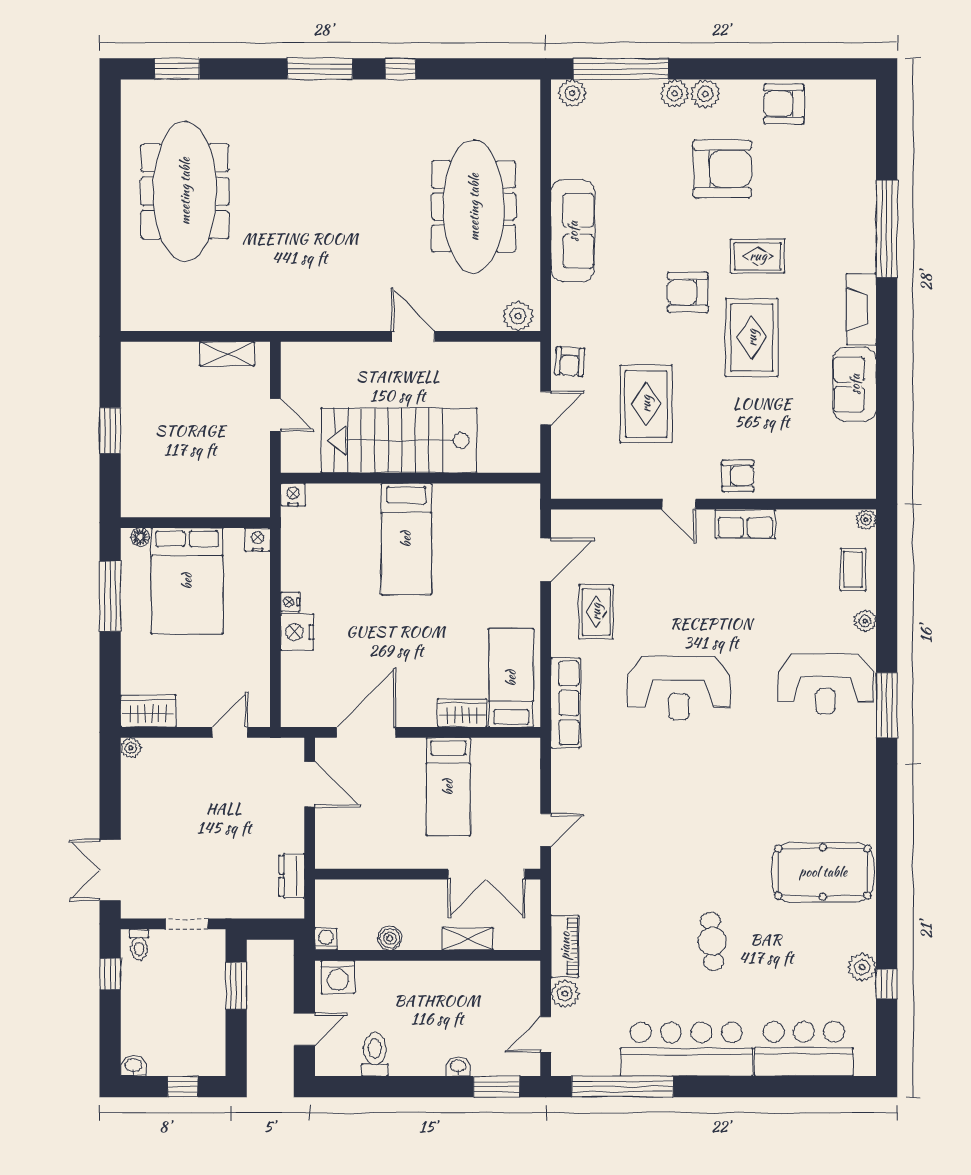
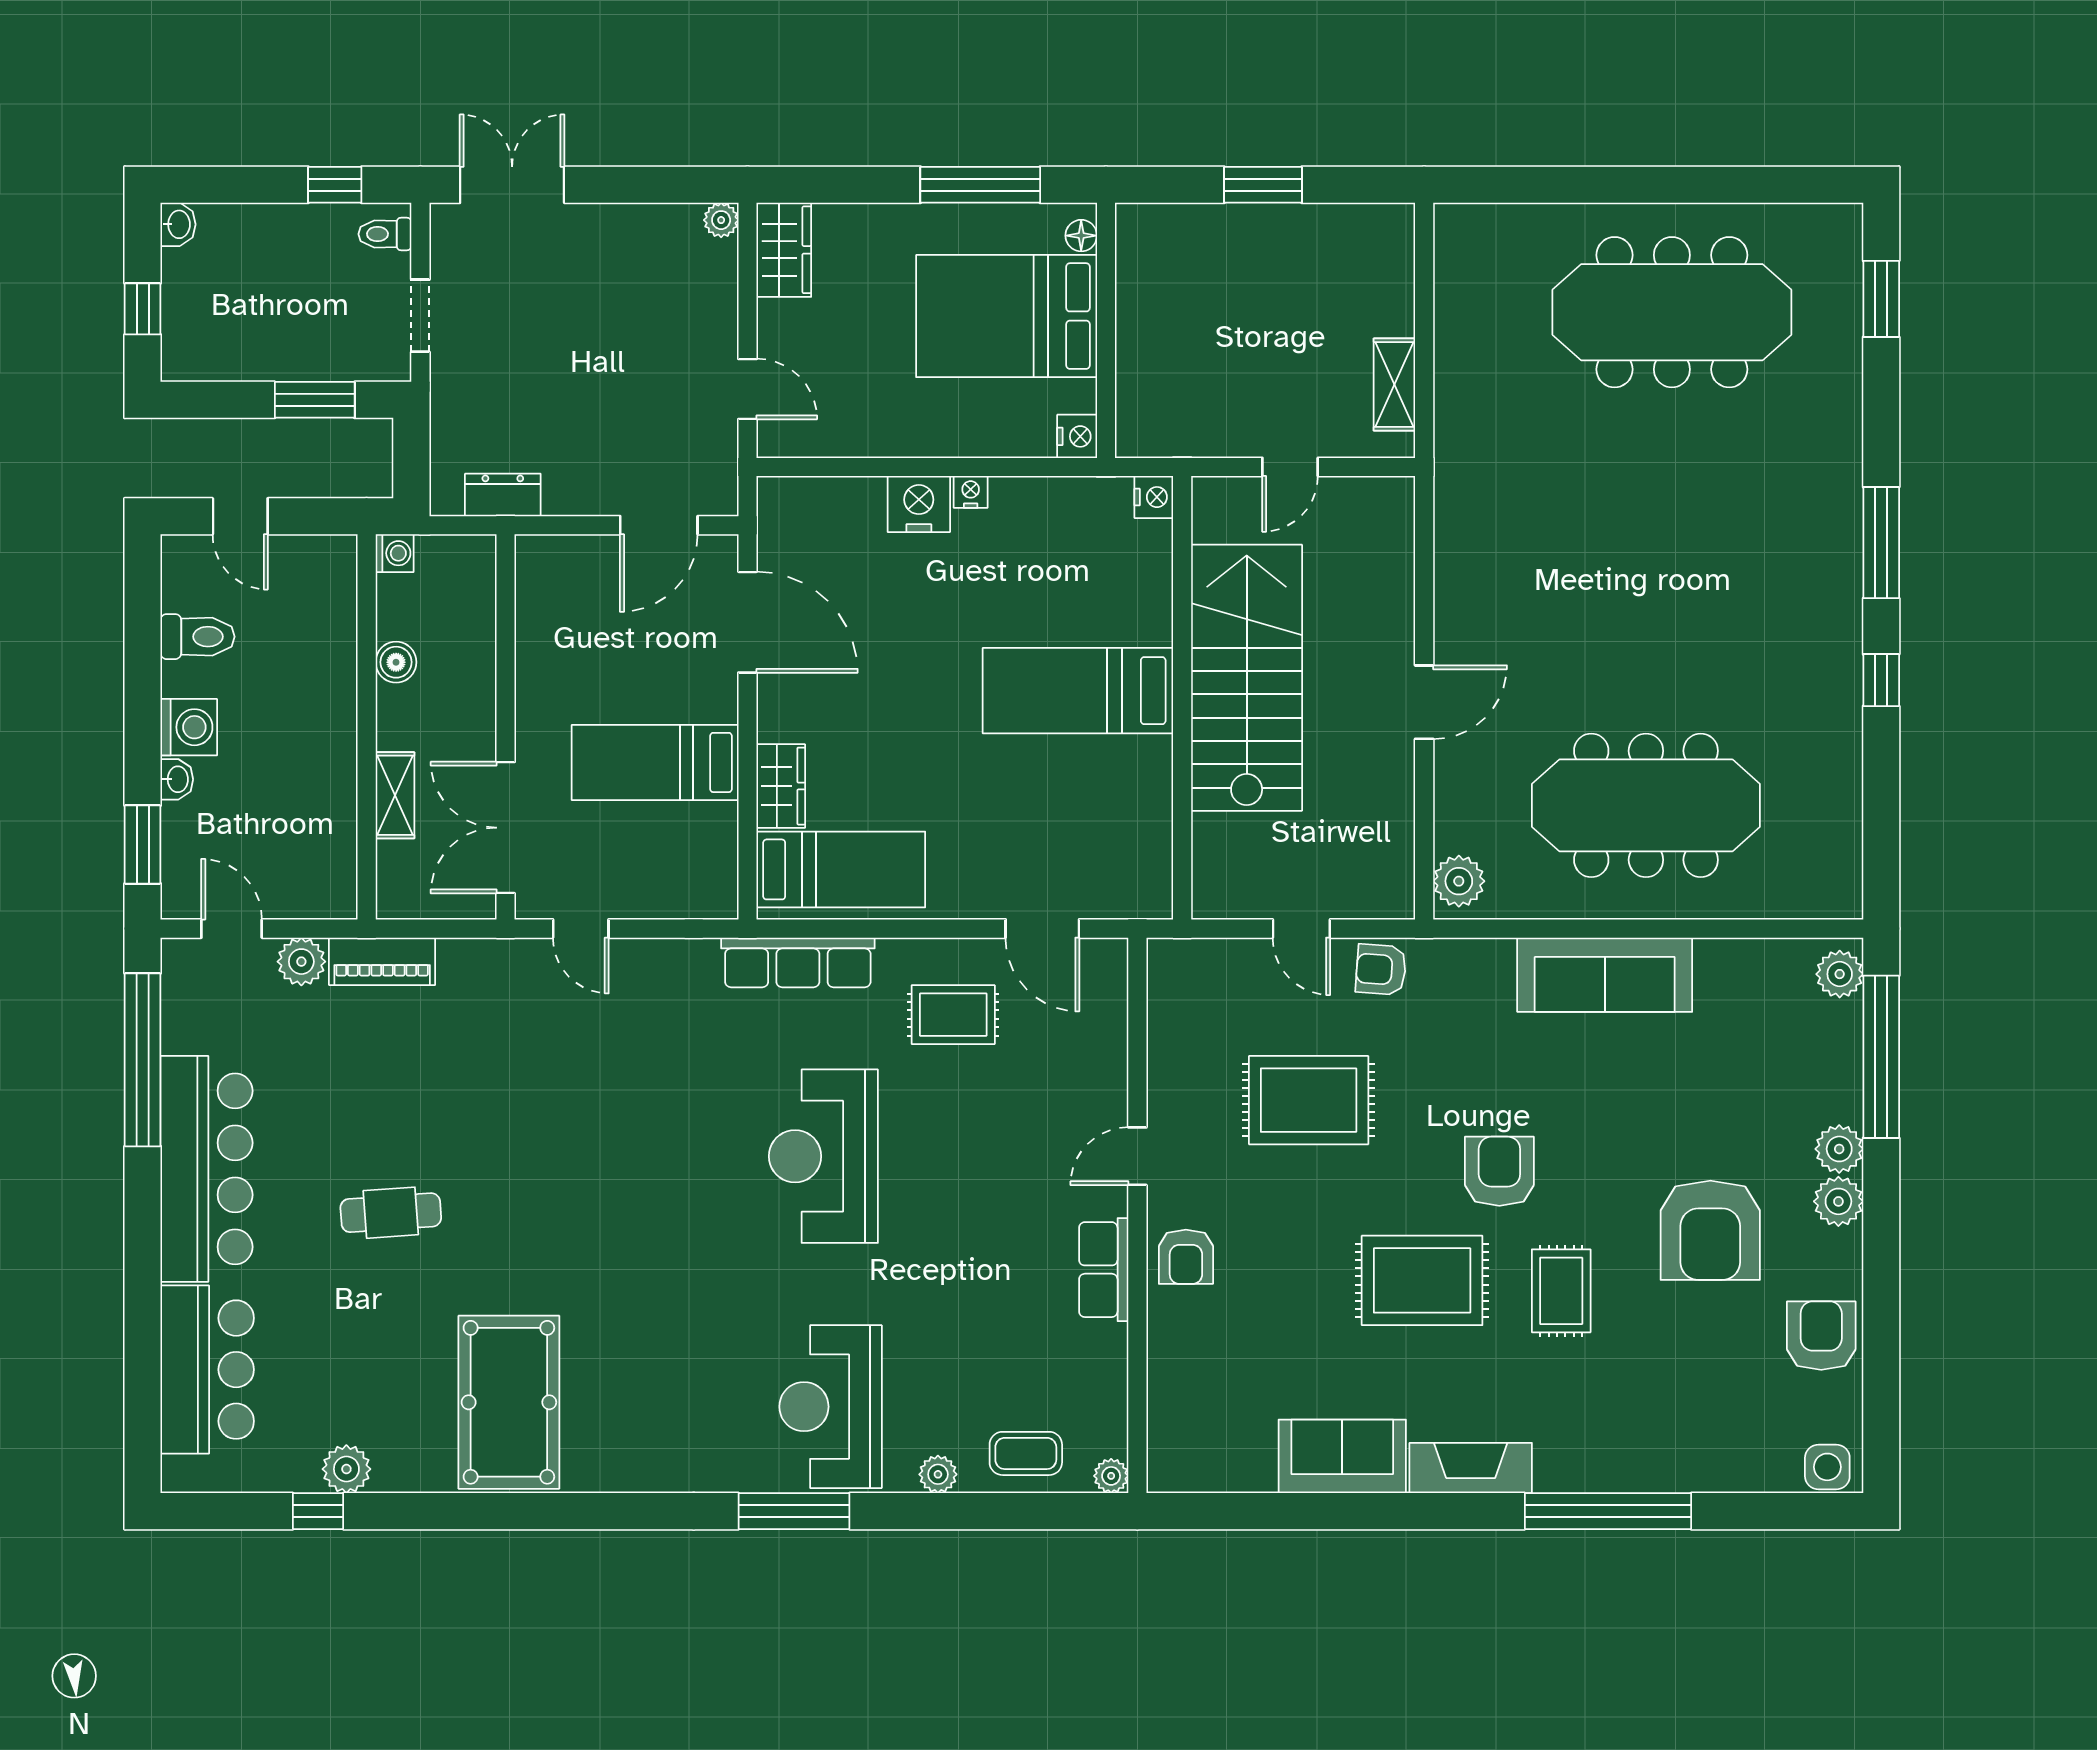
side table: (861, 100) -> (1827, 1467), added
washing machine: (338, 977) -> (189, 727), moved, turned 180

